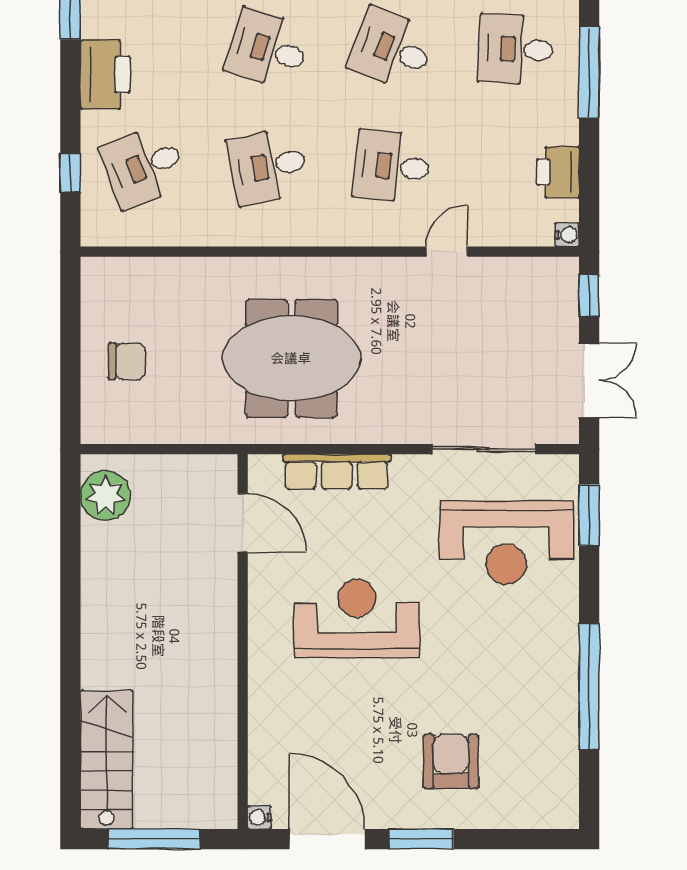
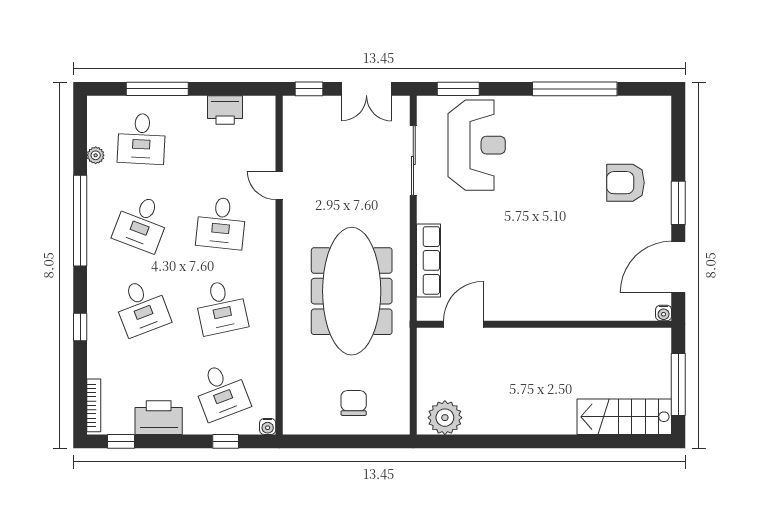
desk: (268, 49) -> (142, 307), turned -39
water cooler: (567, 235) -> (268, 426), moved, turned 180
meeting table: (291, 358) -> (352, 291), width x1.36
double door: (589, 380) -> (366, 89), swing flipped
reception desk: (357, 619) -> (528, 247), removed

